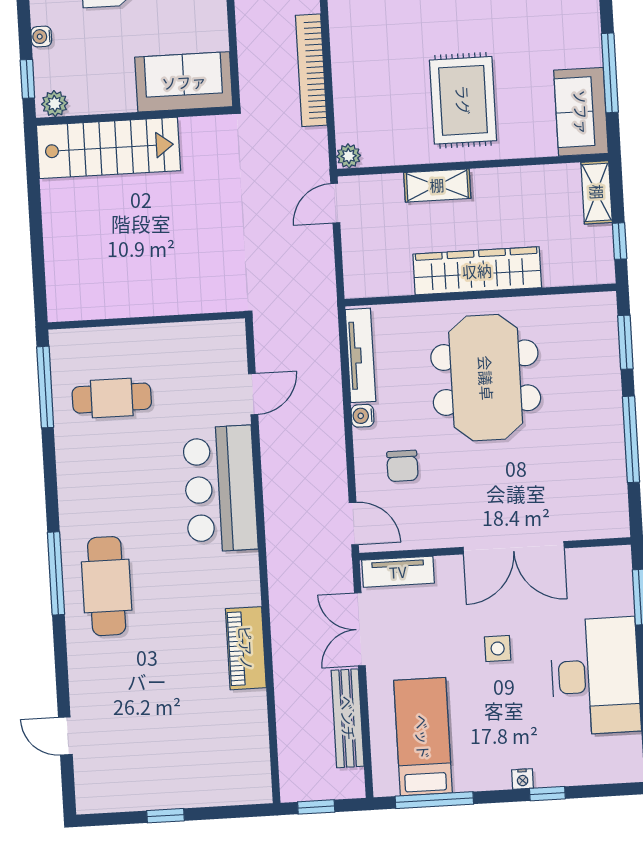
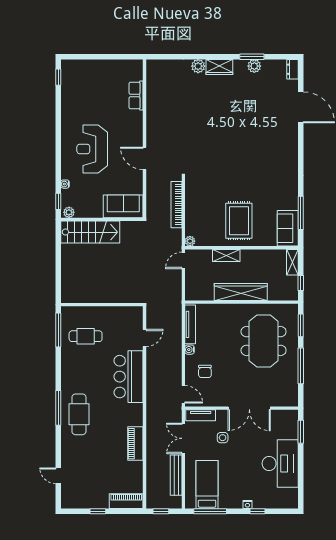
meeting table: (486, 378) -> (264, 341), moved
side table: (498, 648) -> (223, 438), moved
piano: (232, 788) -> (126, 501), added

